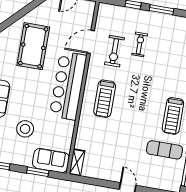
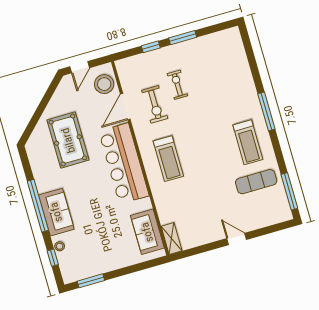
stool: (25, 129) -> (104, 84), moved
sofa: (51, 160) -> (147, 232), moved, turned -90
window: (38, 172) -> (136, 268), removed

